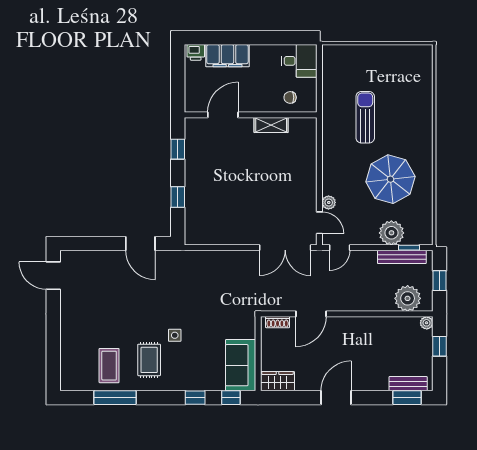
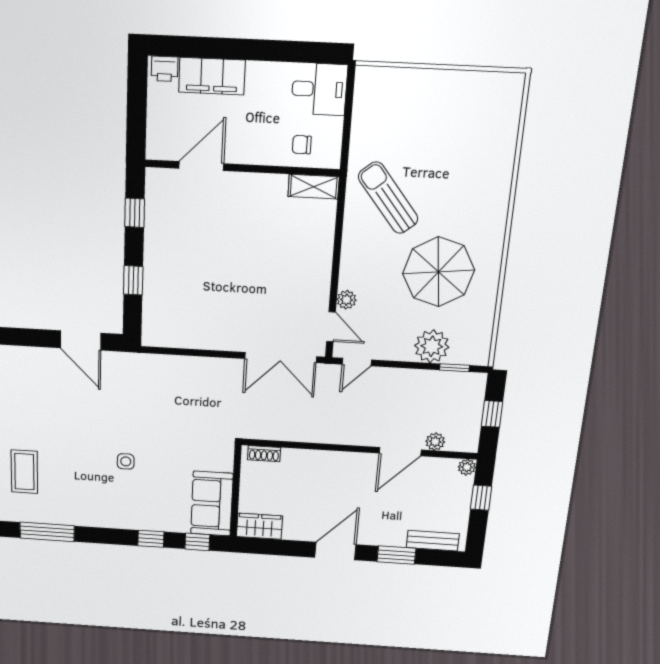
sun lounger: (365, 117) -> (388, 198), moved, turned -39
shelving: (271, 125) -> (314, 187), moved
bench: (402, 257) -> (443, 379), removed
plant: (408, 298) -> (435, 442), width x0.53, depth x0.53
door: (311, 314) -> (400, 452), moved
rug: (149, 360) -> (91, 490), removed
coffee table: (109, 366) -> (24, 472), moved
window: (407, 398) -> (396, 555), moved

